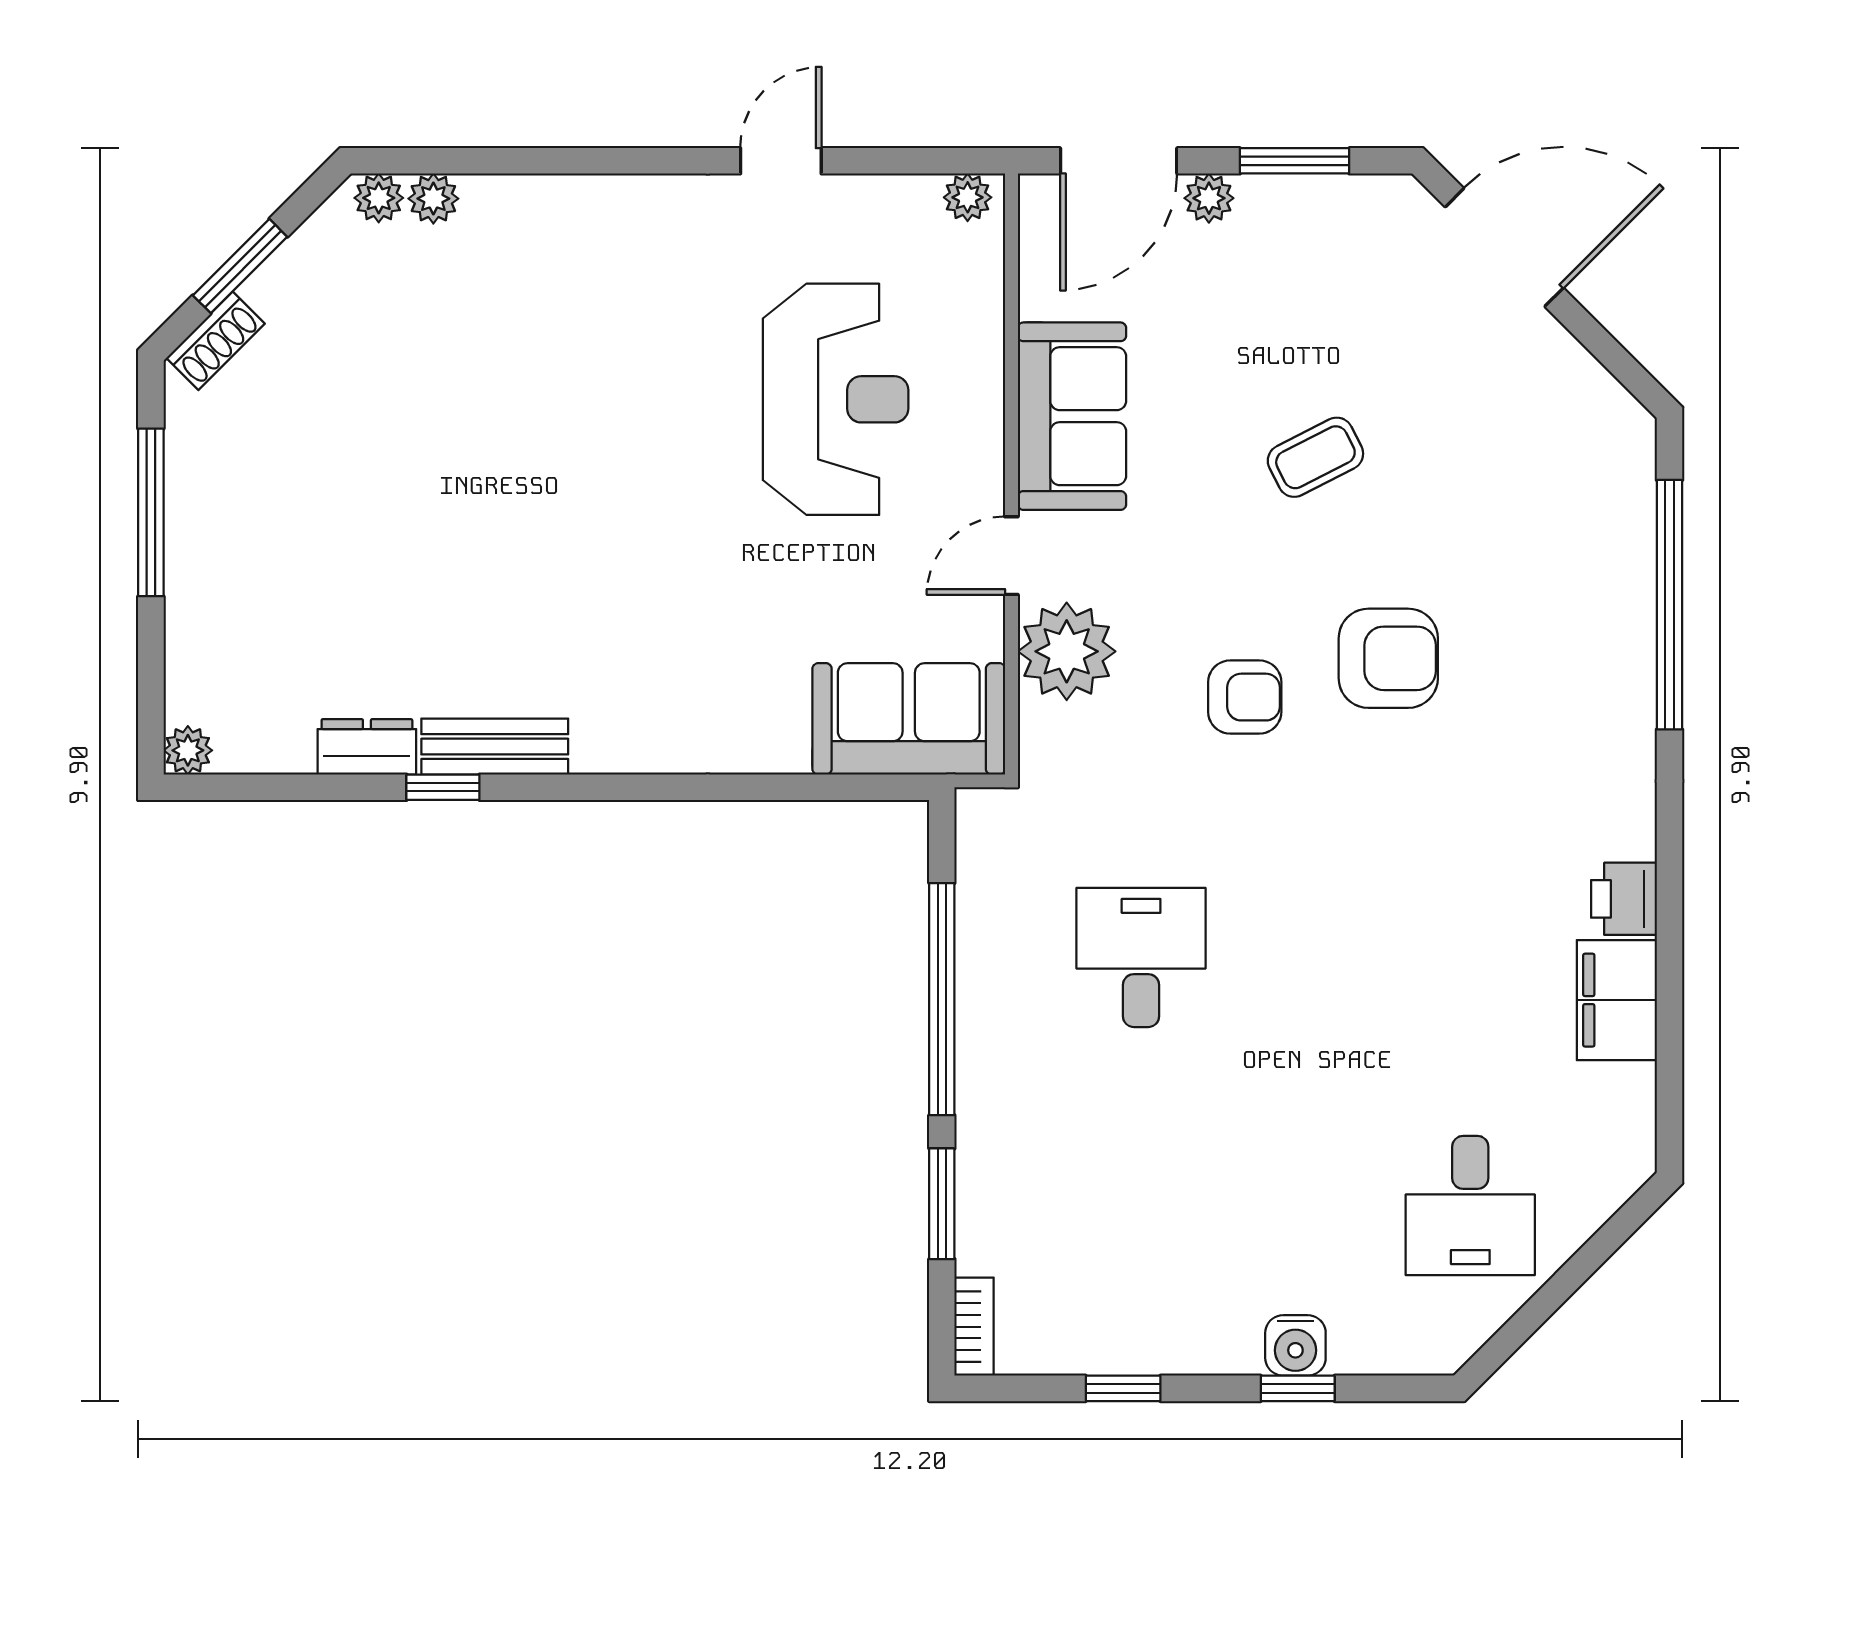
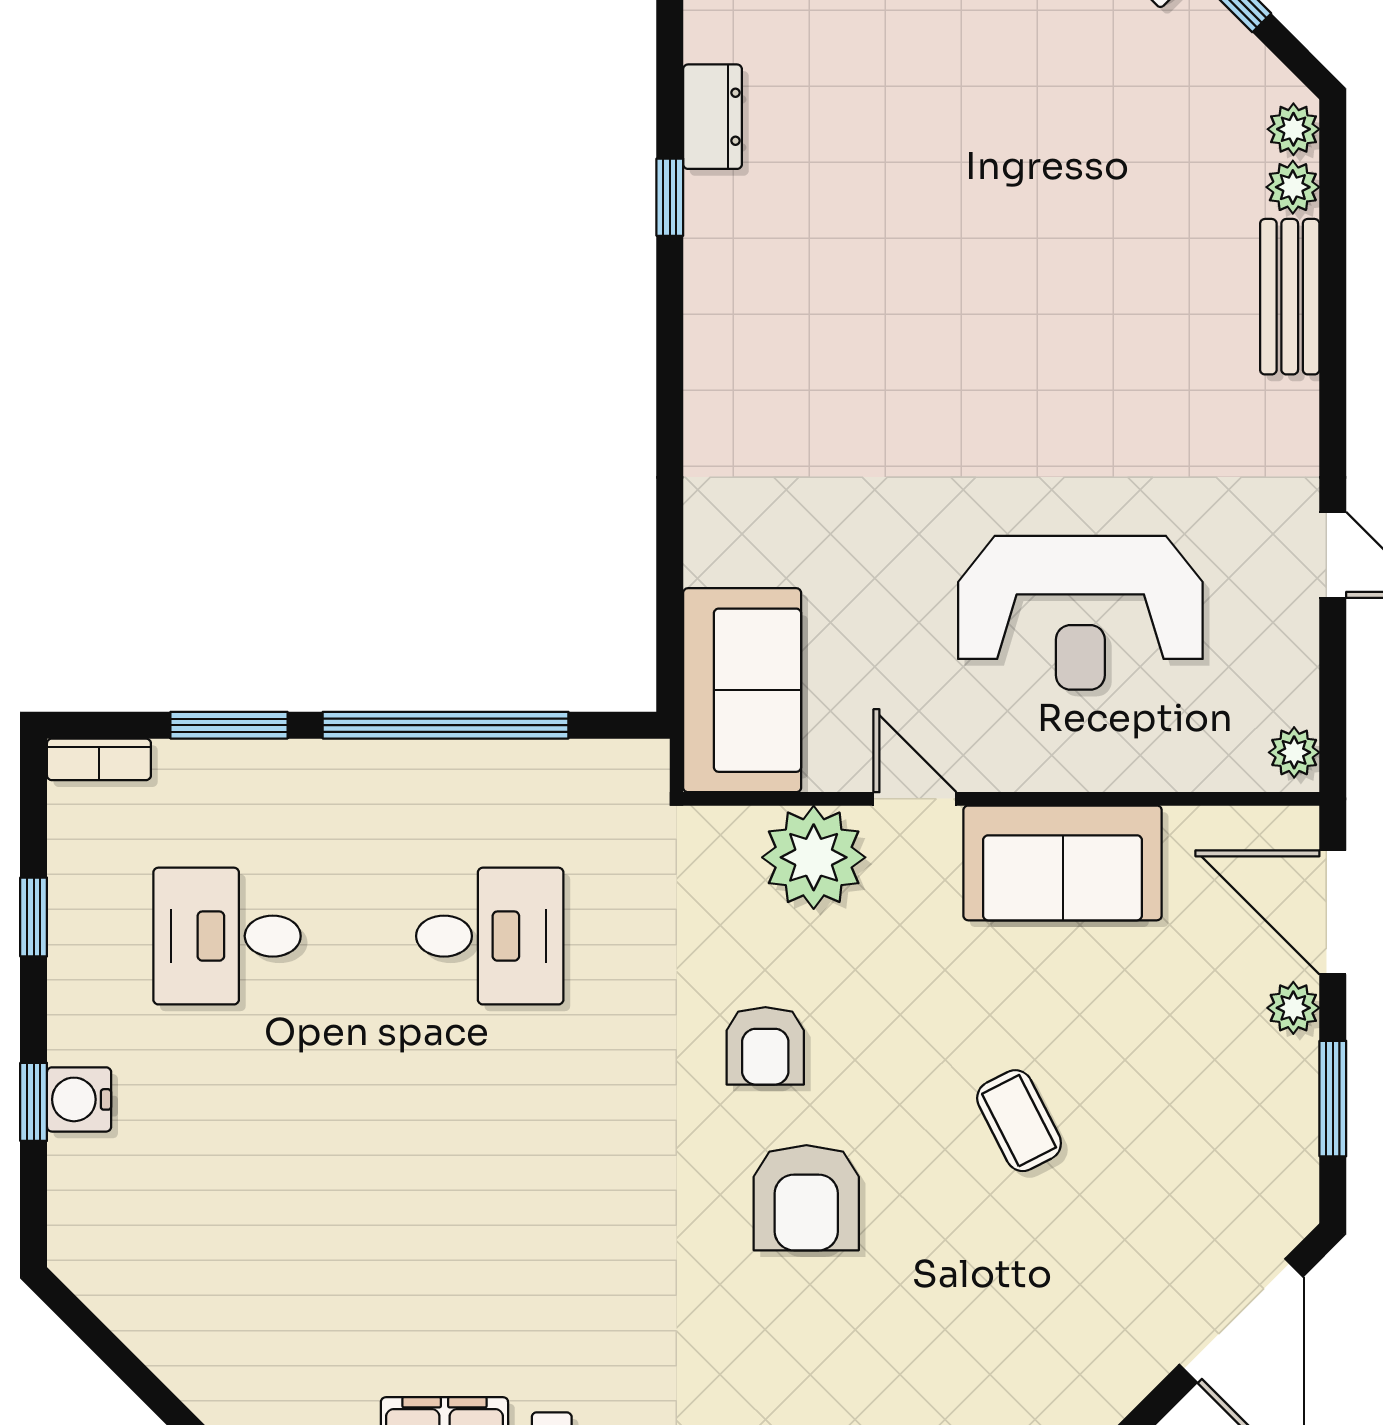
bench: (495, 747) -> (1290, 297), moved
desk: (1470, 1206) -> (227, 936), moved

